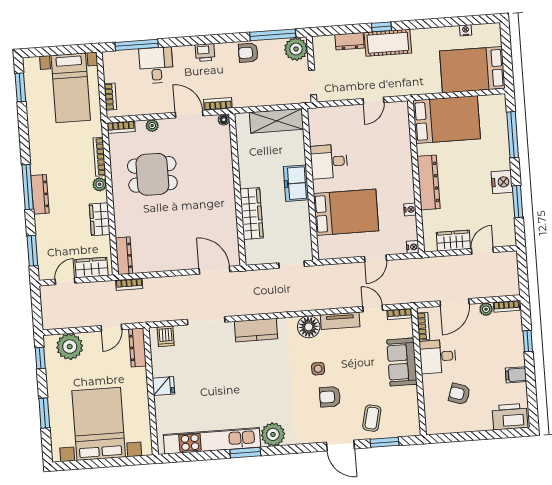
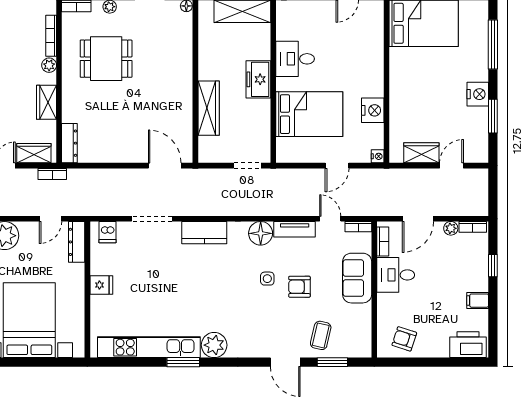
dresser: (429, 182) -> (400, 89), removed
nightstand: (410, 209) -> (373, 110), width x1.89, depth x1.79
bookcase: (129, 284) -> (52, 174), moved
armchair: (459, 394) -> (404, 339), moved
armchair: (330, 397) -> (299, 287), moved

